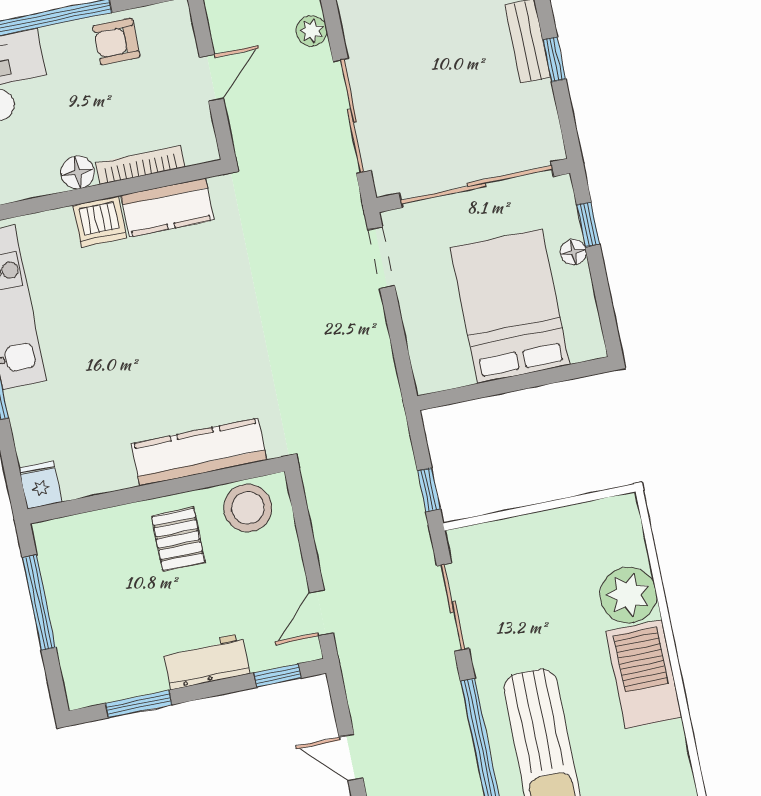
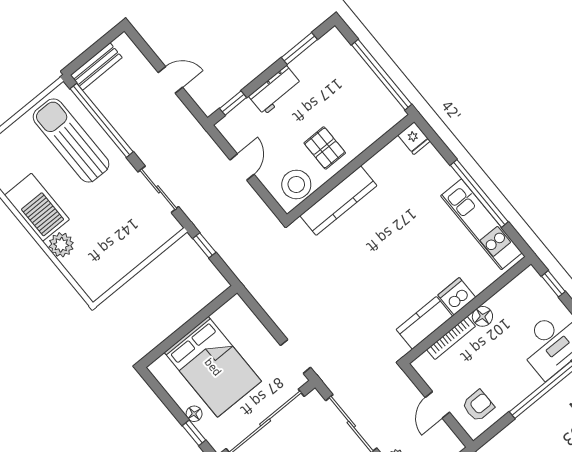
armchair: (117, 42) -> (478, 406), moved
plant: (628, 595) -> (61, 245), width x0.73, depth x0.73
window: (39, 603) -> (382, 75), width x1.46
door: (321, 613) -> (242, 167), moved

